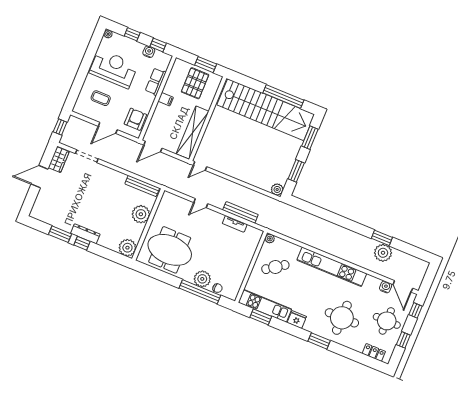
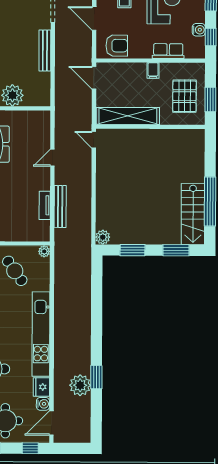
pallet: (195, 83) -> (184, 96), turned 90
stairs: (266, 110) -> (193, 214), width x0.54, depth x0.66
bench: (142, 186) -> (45, 51), moved
door: (201, 203) -> (52, 158), hinge flipped
fridge: (372, 283) -> (41, 387), added

